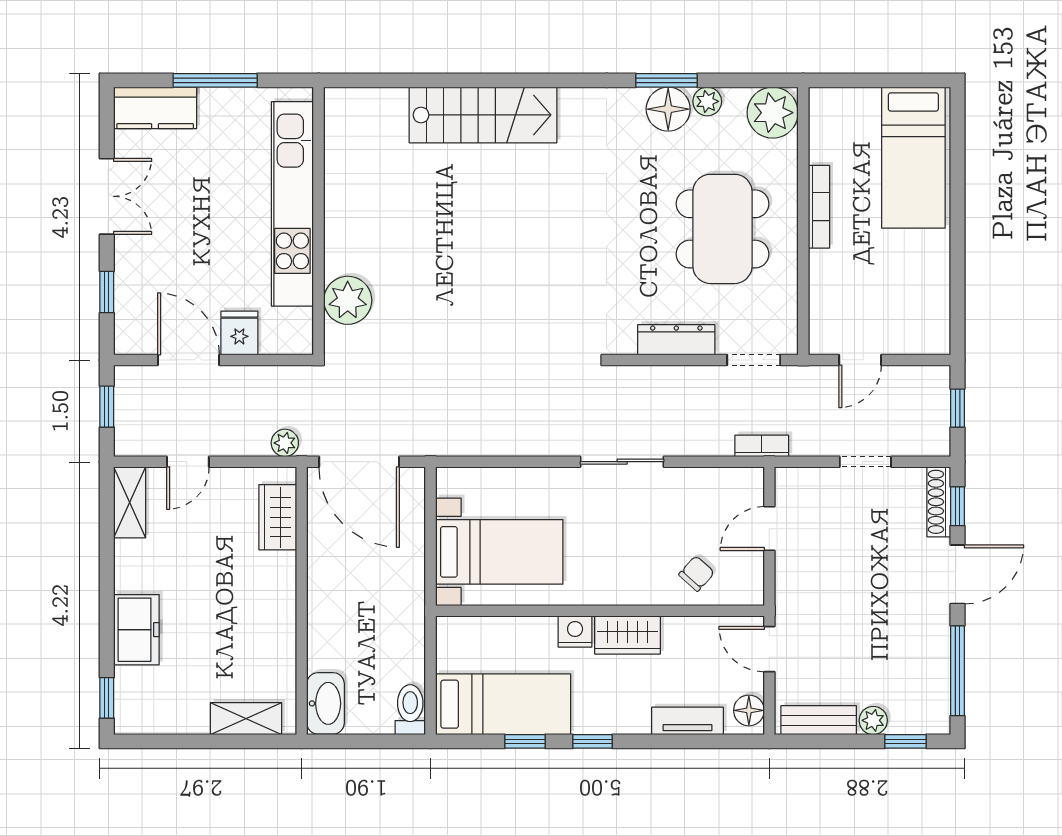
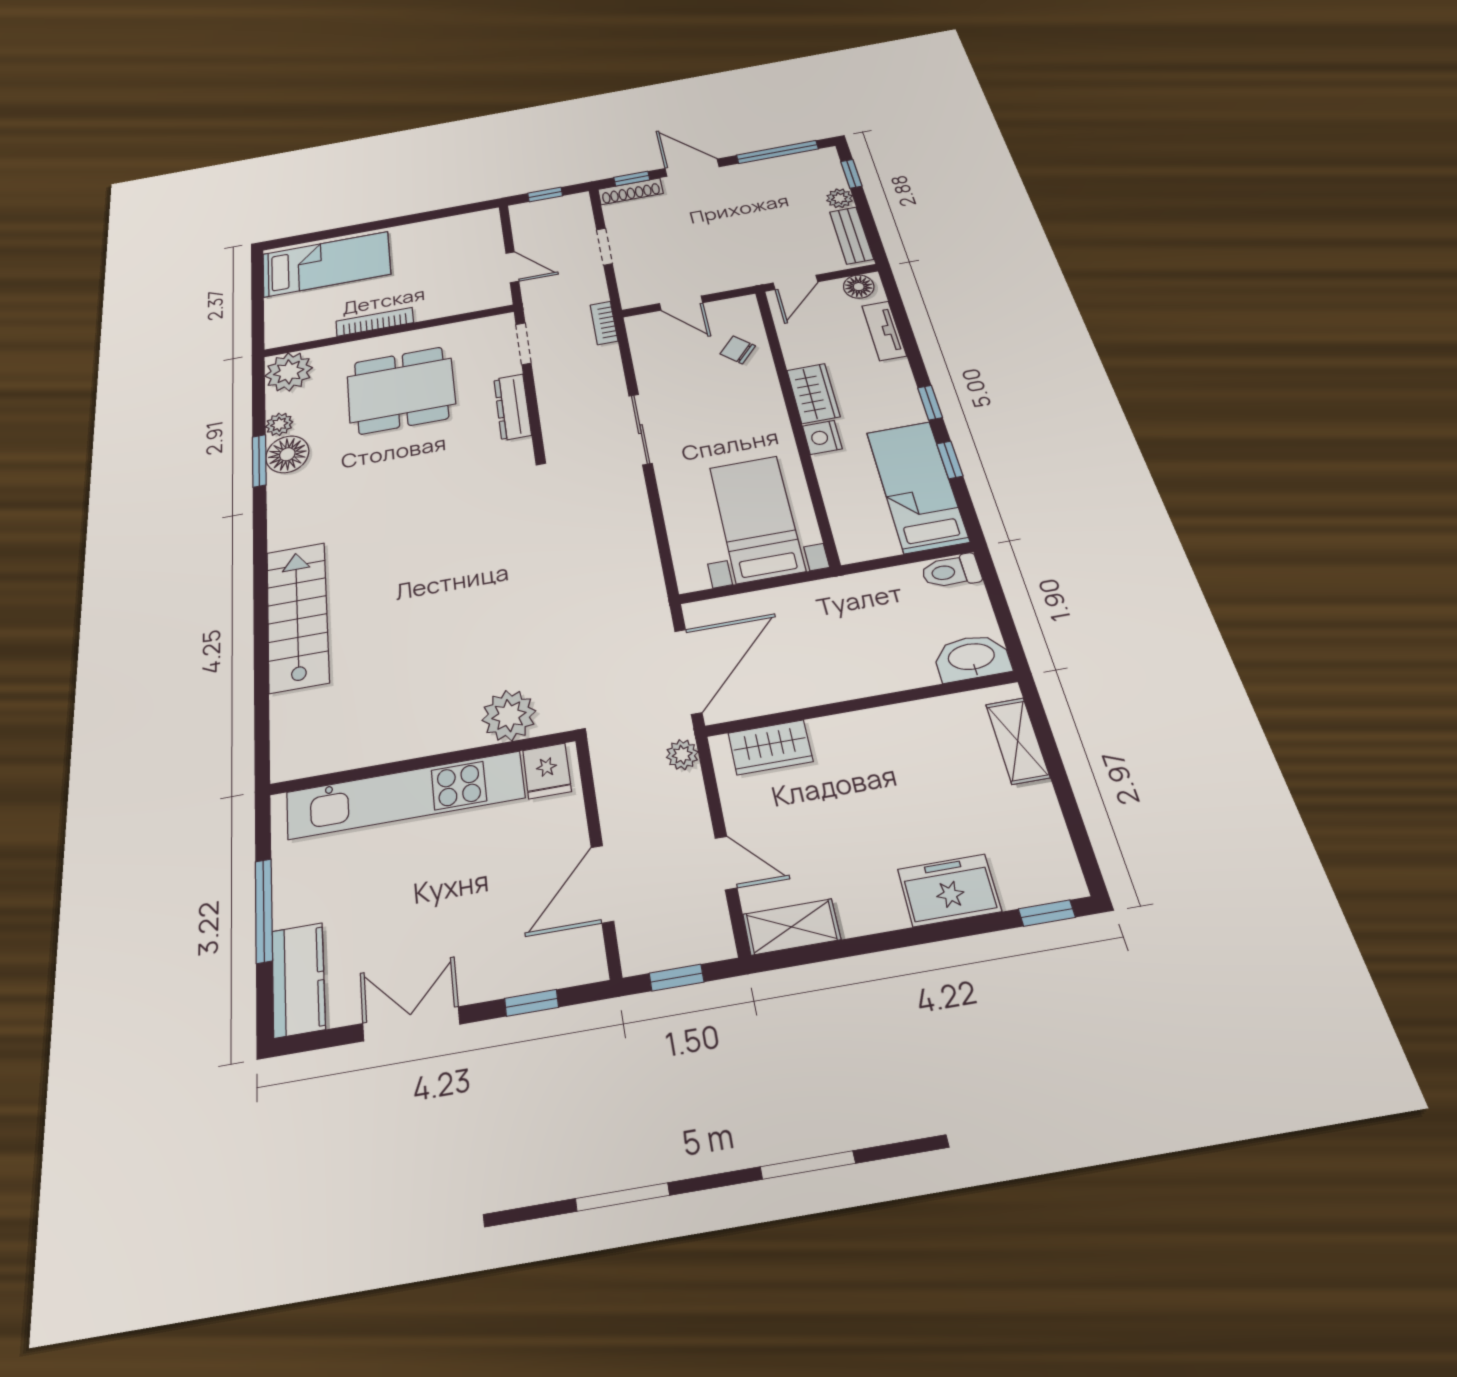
fridge: (239, 333) -> (547, 771), moved, turned -90

